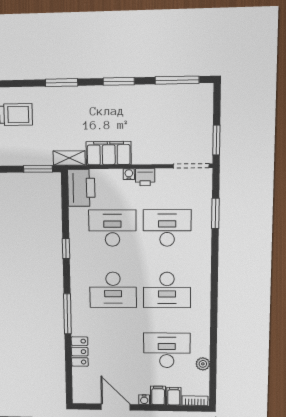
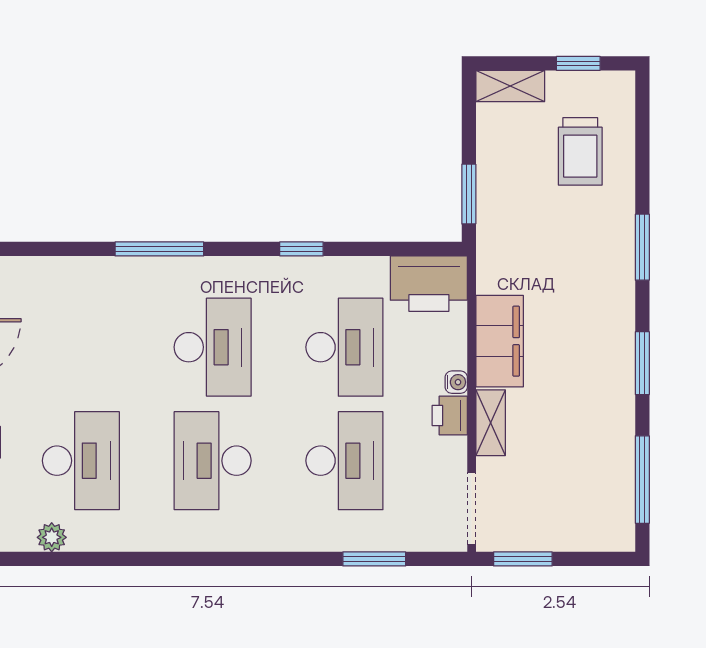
shelving: (69, 158) -> (491, 423), moved
desk: (113, 290) -> (213, 347), turned 180
locker: (80, 352) -> (76, 274), removed

